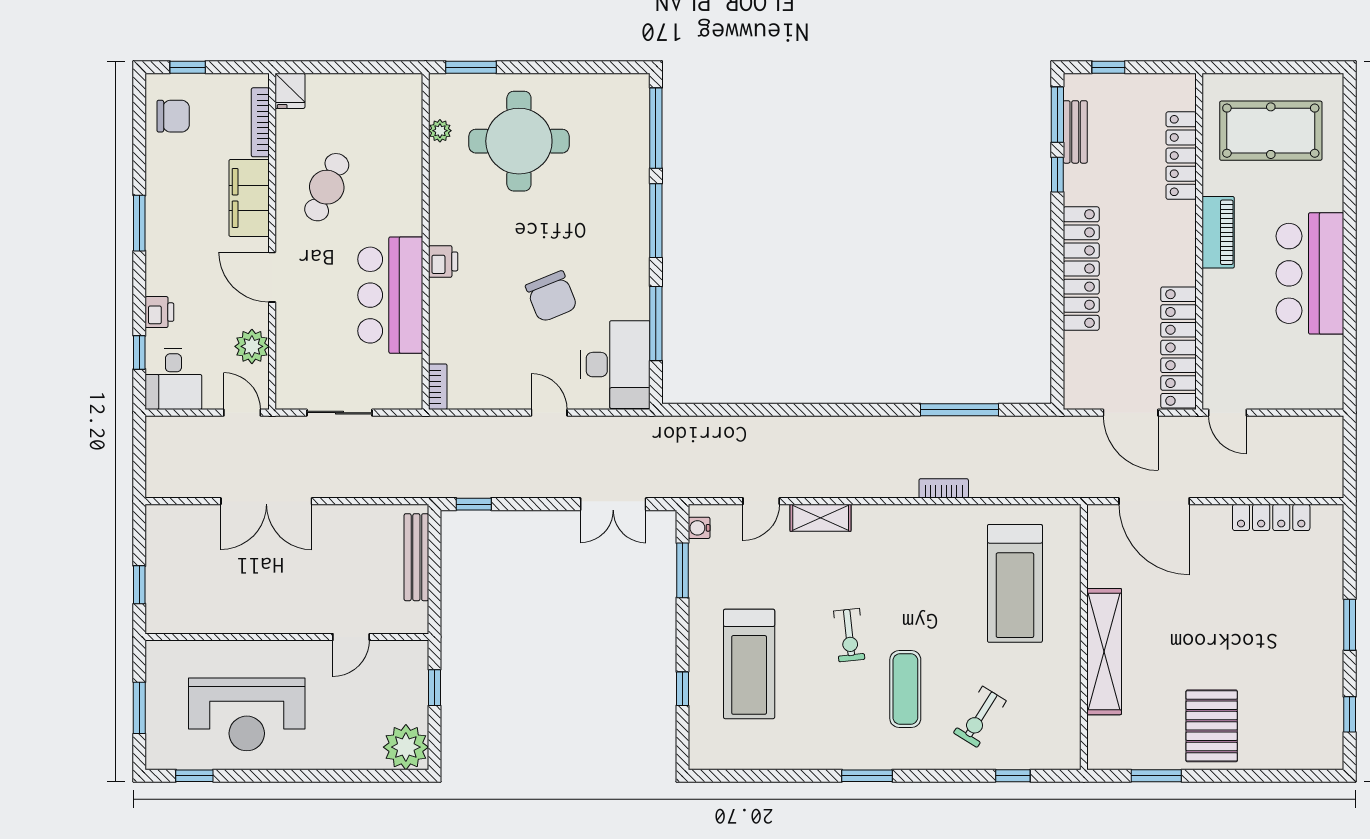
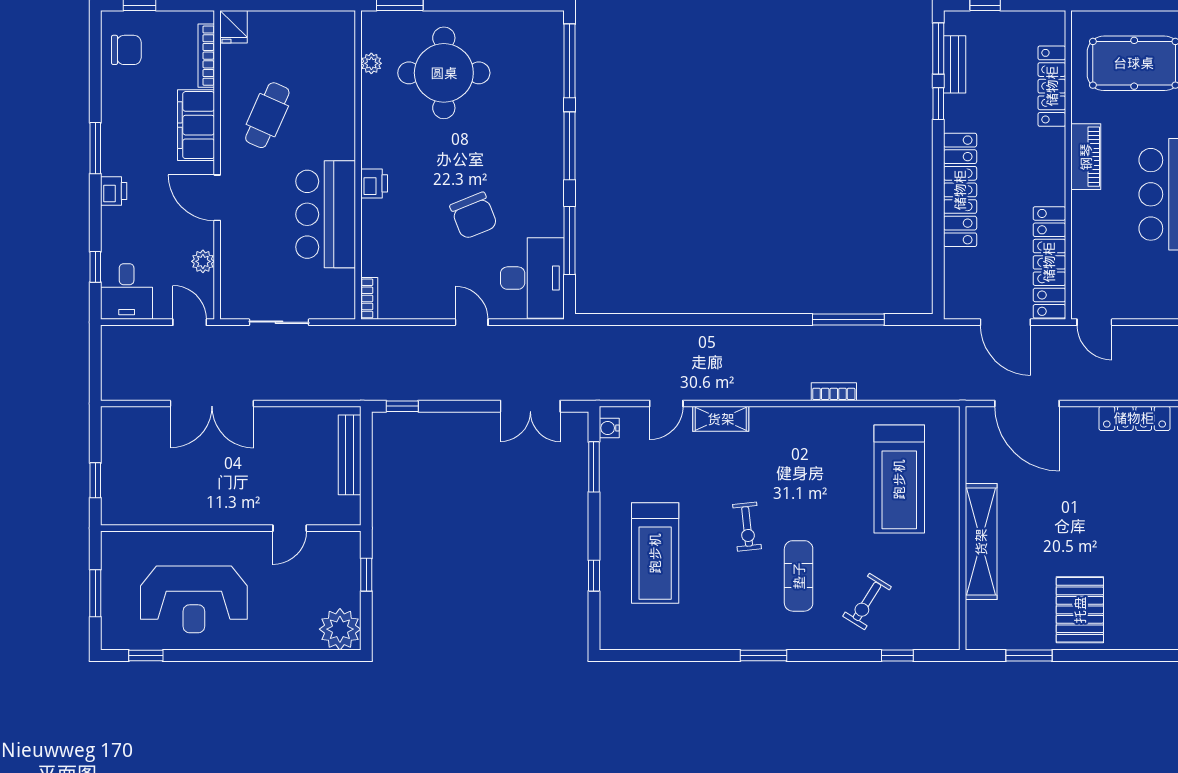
printer: (159, 312) -> (114, 191), moved
plant: (252, 346) -> (203, 261), width x0.73, depth x0.73

